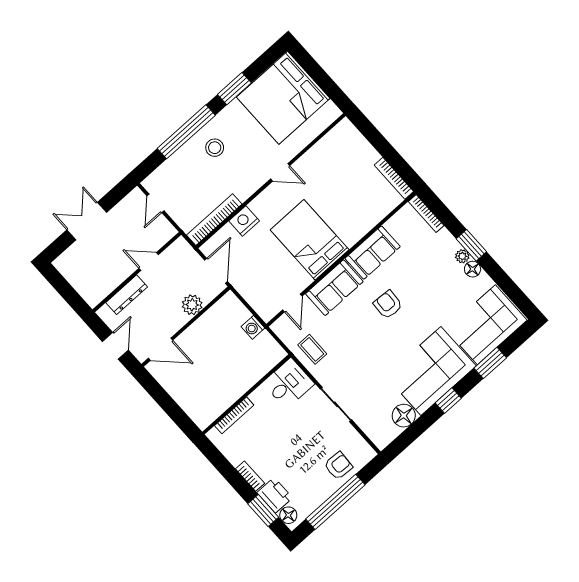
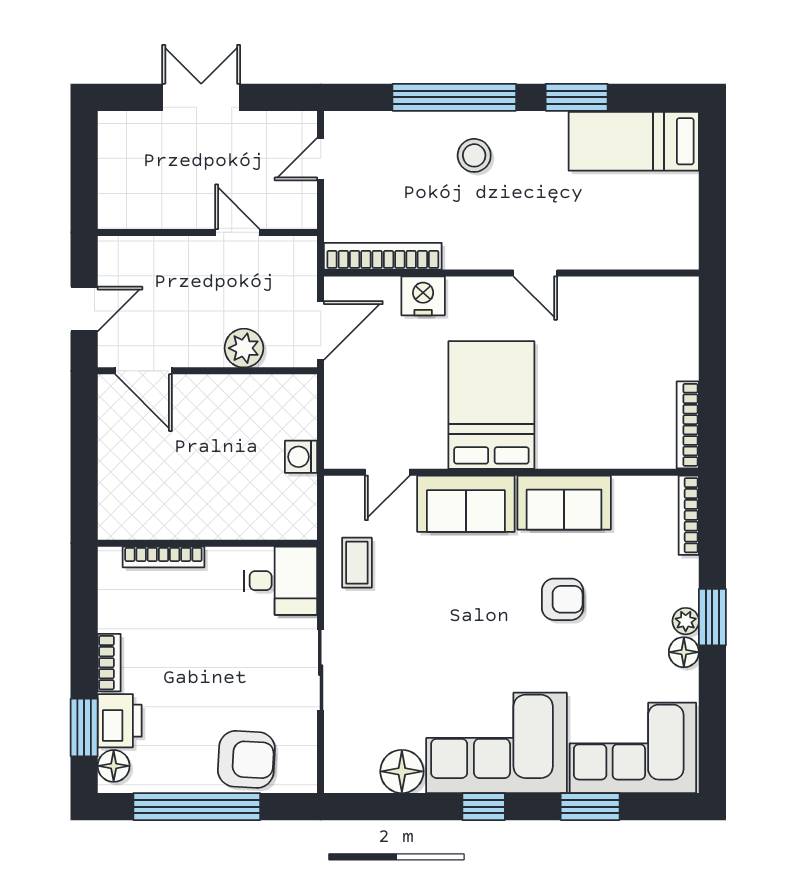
bed: (283, 98) -> (634, 141), width x0.49
dresser: (127, 295) -> (165, 251), removed
armchair: (388, 305) -> (563, 599), moved, turned 87
armchair: (338, 466) -> (246, 759), width x1.38, depth x1.38

